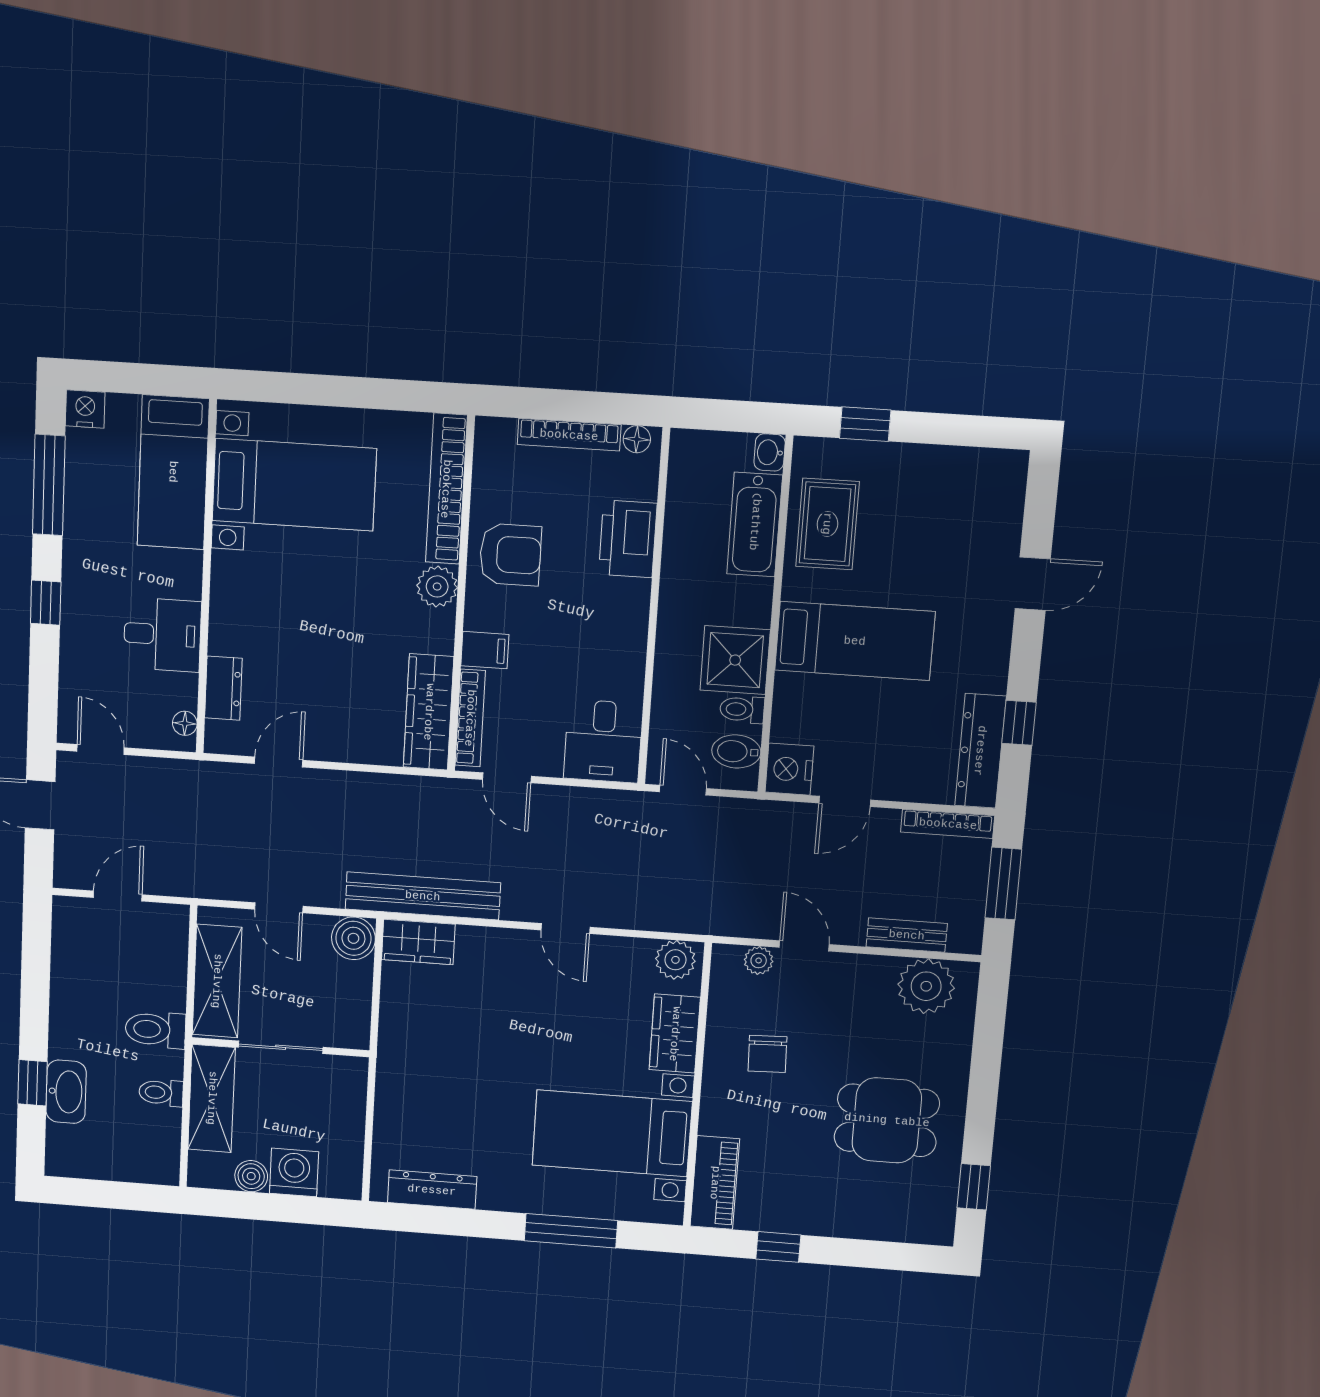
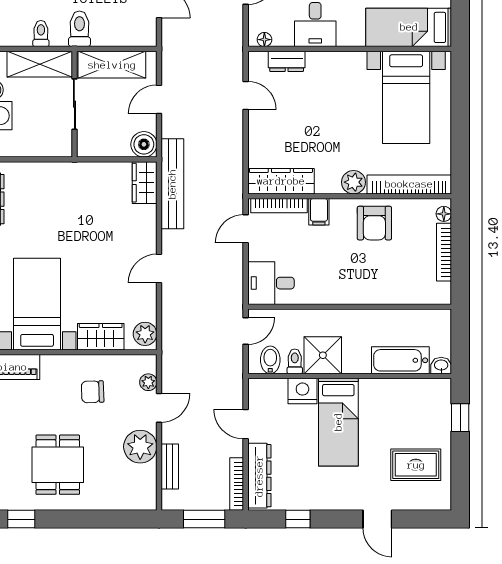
floor lamp: (637, 439) -> (444, 214), moved
rug: (827, 524) -> (416, 465), moved
printer: (628, 539) -> (388, 289), removed
dresser: (980, 751) -> (259, 476), moved, turned 90
nightstand: (789, 769) -> (302, 391), moved
plant: (926, 986) -> (140, 447), moved

